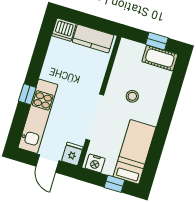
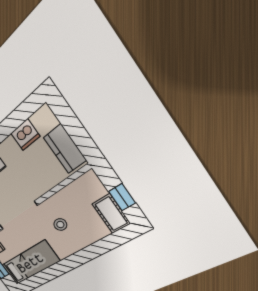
dishwasher: (64, 30) -> (25, 135), moved, turned -90

